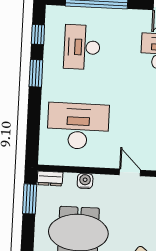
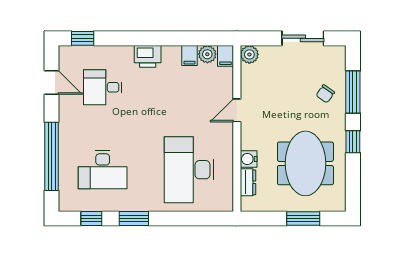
dresser: (50, 179) -> (248, 182), moved
window: (30, 199) -> (303, 219), moved

